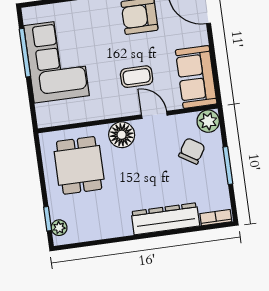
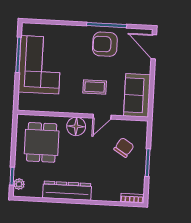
door: (154, 115) -> (102, 117), swing flipped
plant: (208, 121) -> (140, 128), removed
dresser: (165, 219) -> (67, 191), moved

